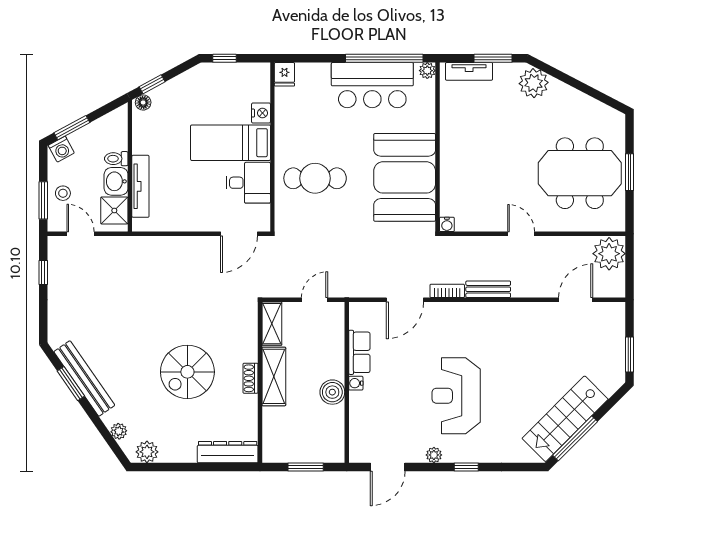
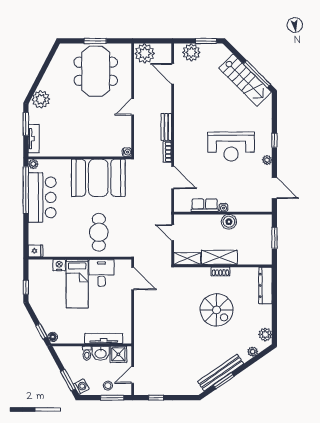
plant: (611, 330) -> (191, 52), added

